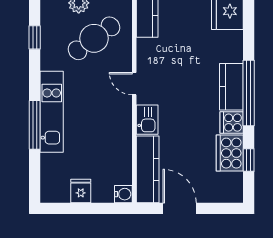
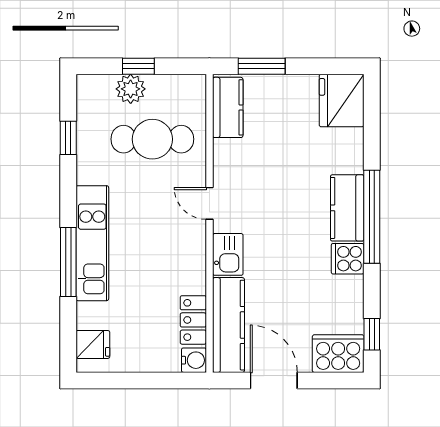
cafe table: (94, 38) -> (152, 139), turned 36
cooker: (230, 153) -> (338, 354), moved, turned 90
window: (249, 160) -> (372, 334), moved
locker: (123, 166) -> (193, 320), added
fridge: (81, 191) -> (93, 344), moved, turned 90

